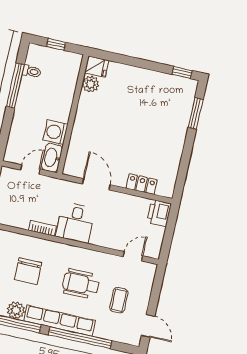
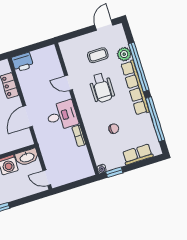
door: (30, 170) -> (47, 178), moved
door: (133, 256) -> (69, 83), moved
chair: (28, 271) -> (114, 129), width x0.54, depth x0.54
plant: (16, 310) -> (124, 54), moved

